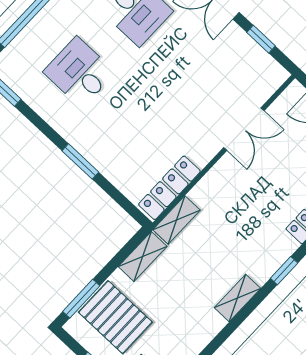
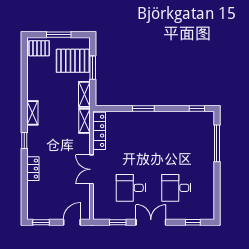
desk: (79, 72) -> (131, 188), moved, turned 180
double door: (244, 129) -> (92, 169), moved
window: (81, 299) -> (93, 68), moved

